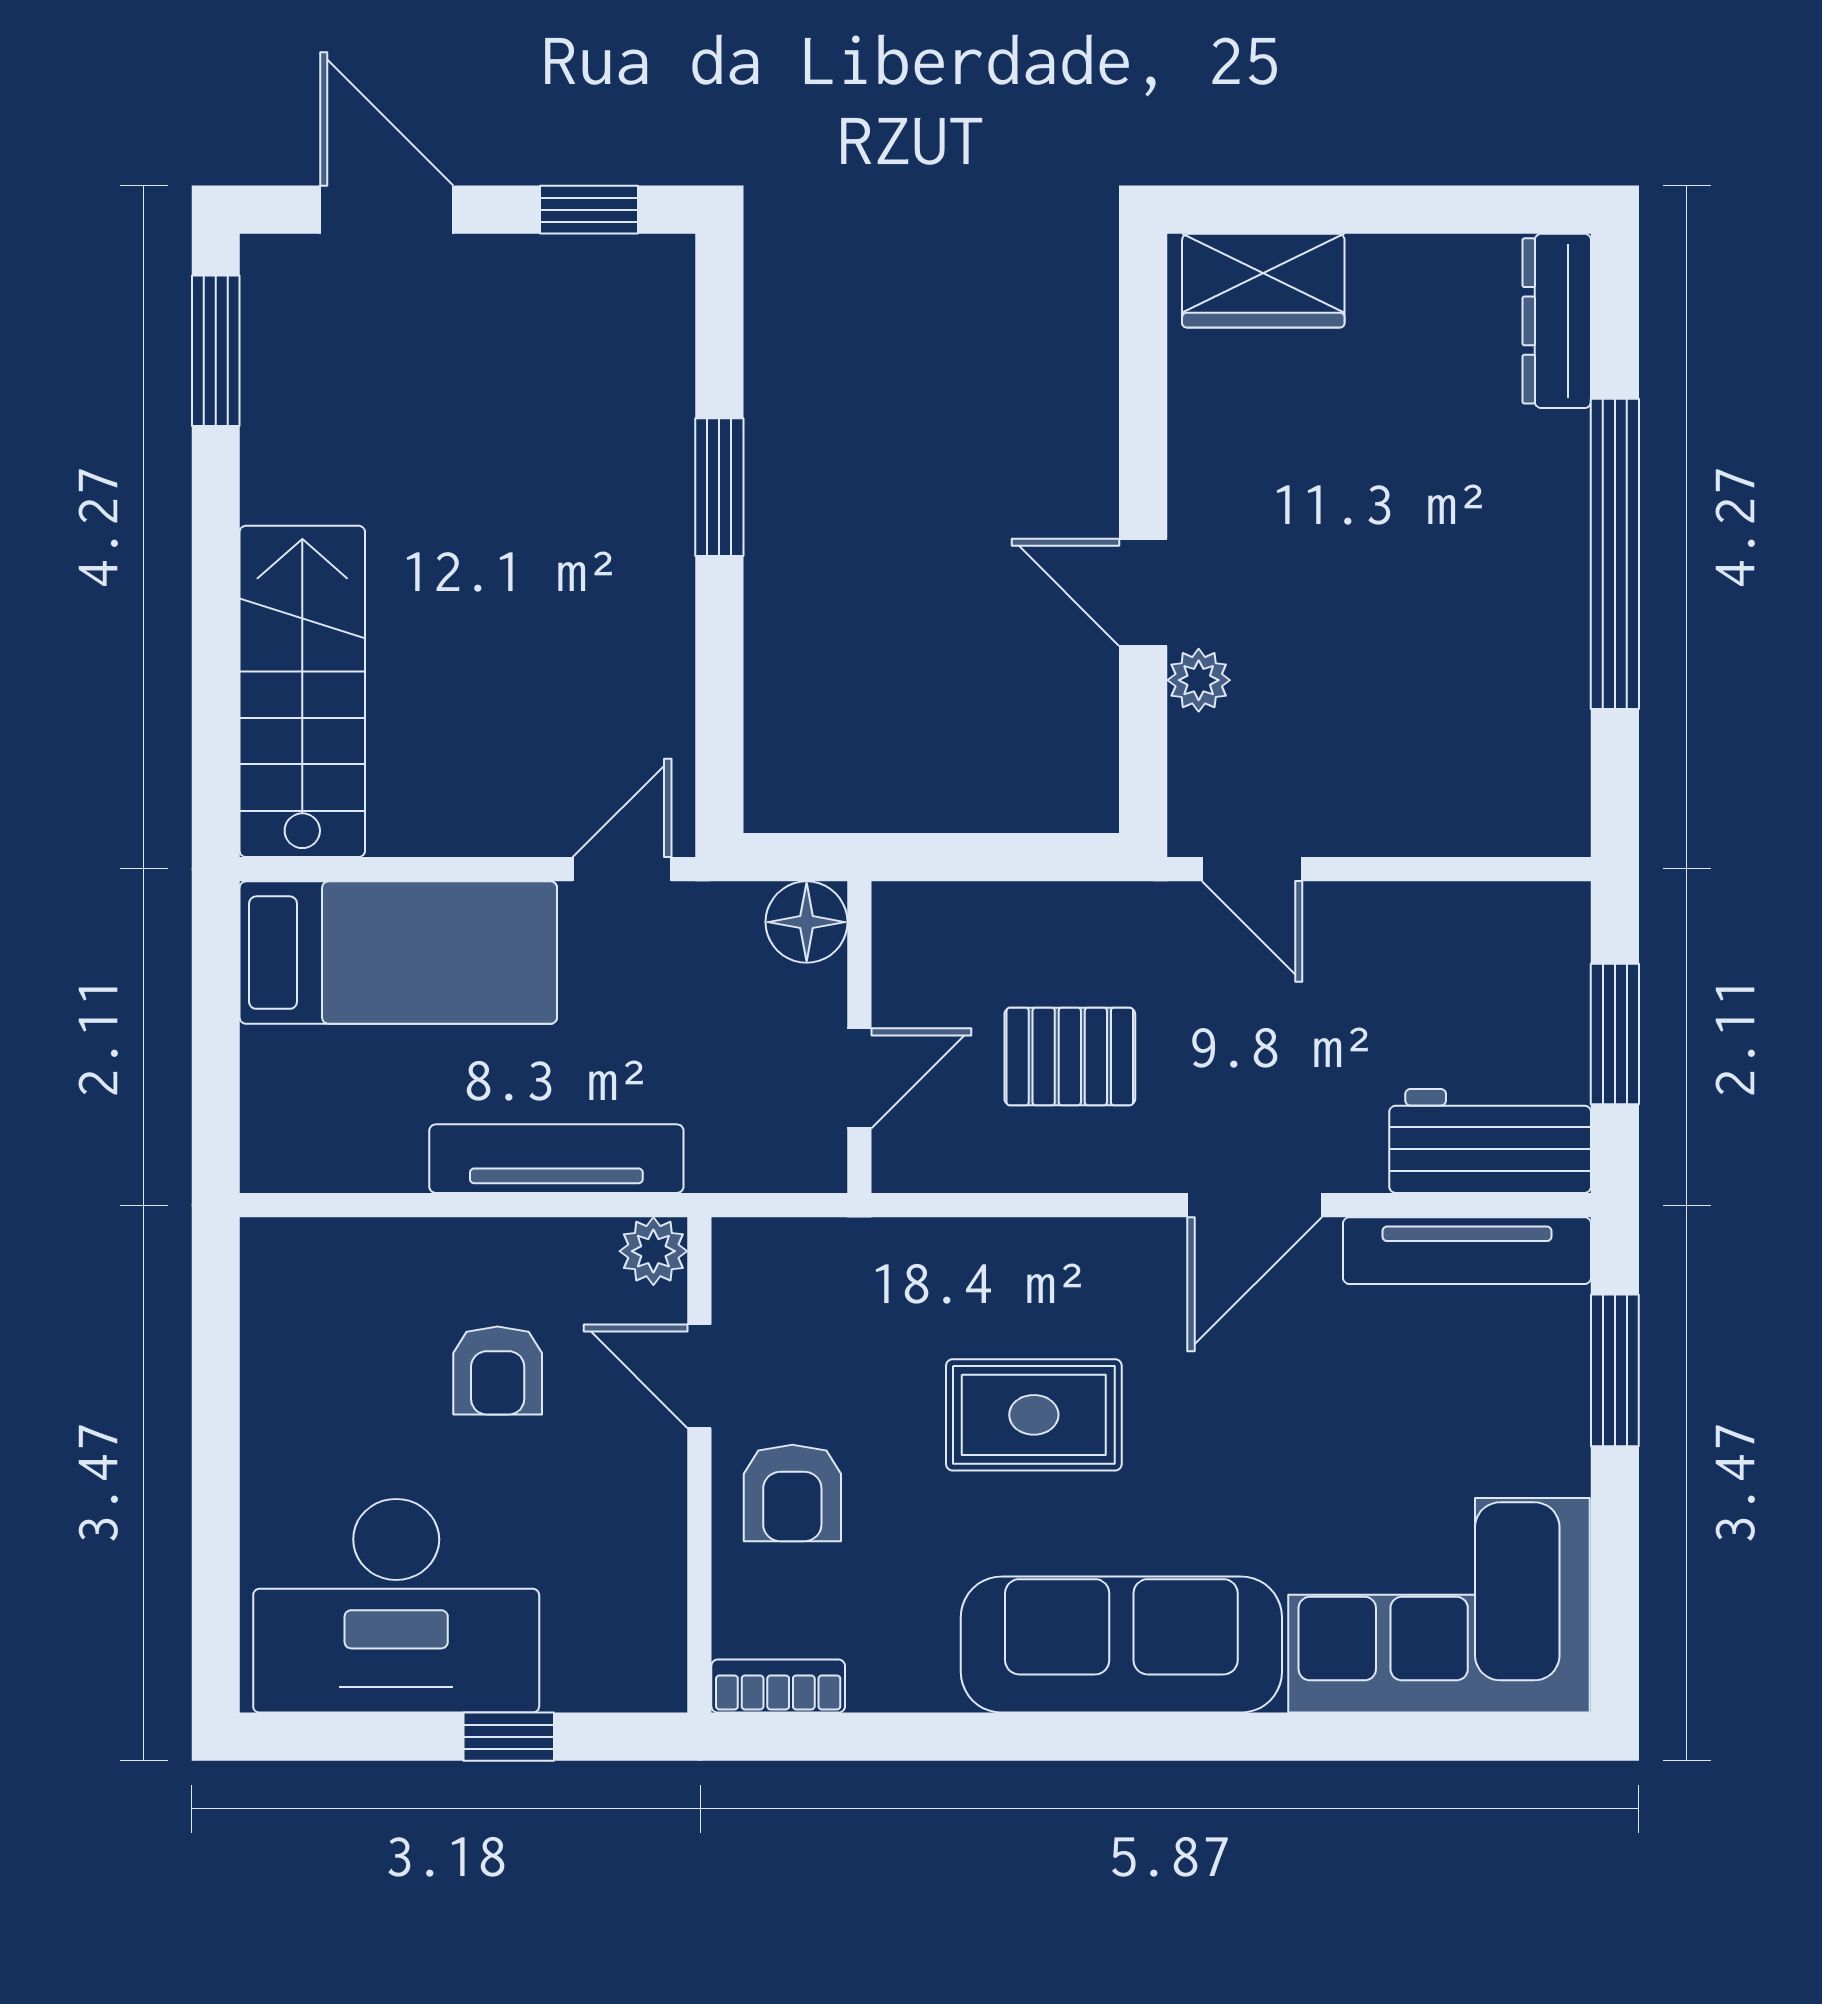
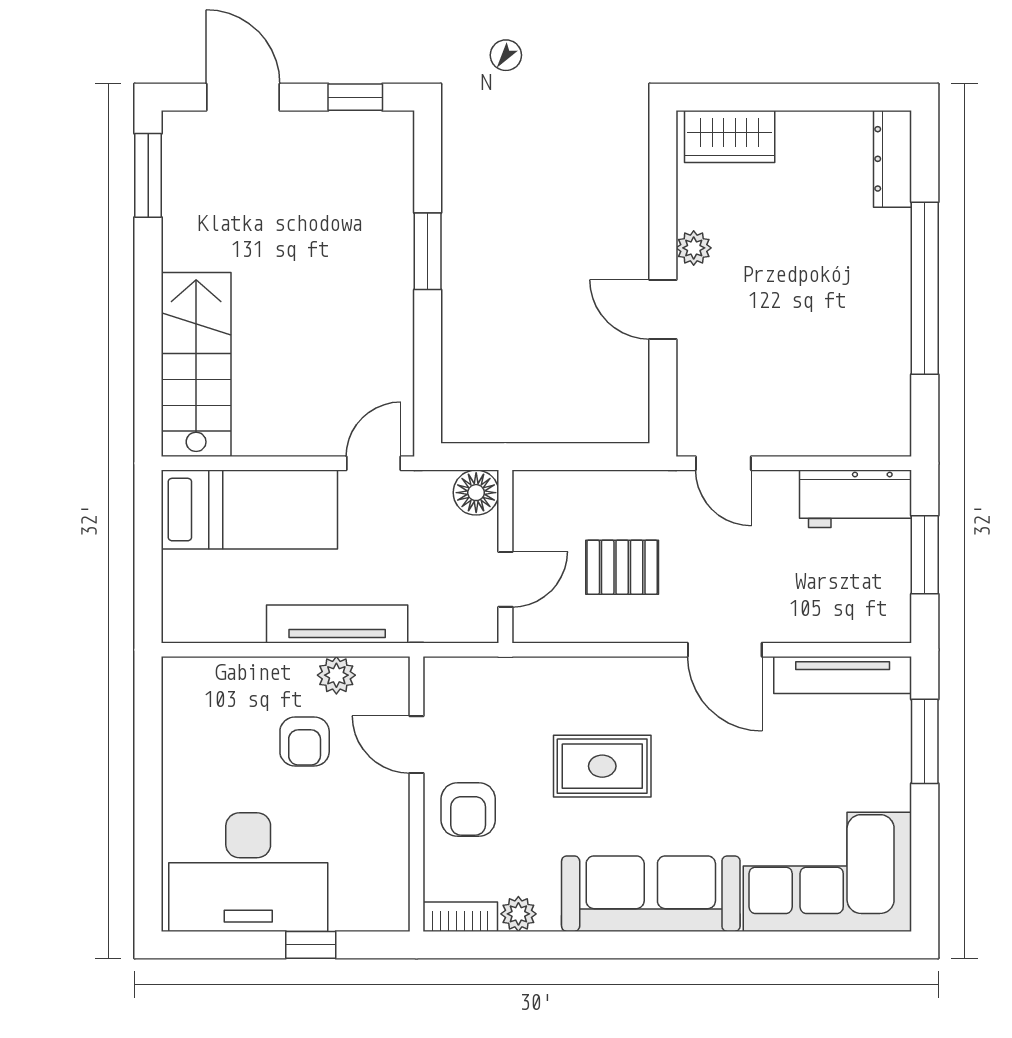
plant: (1199, 680) -> (694, 248), moved
workbench: (1490, 1141) -> (856, 499), moved, turned 180
door: (1255, 1205) -> (725, 650), hinge flipped
plant: (653, 1251) -> (336, 675), moved
plant: (883, 1681) -> (518, 914), added

